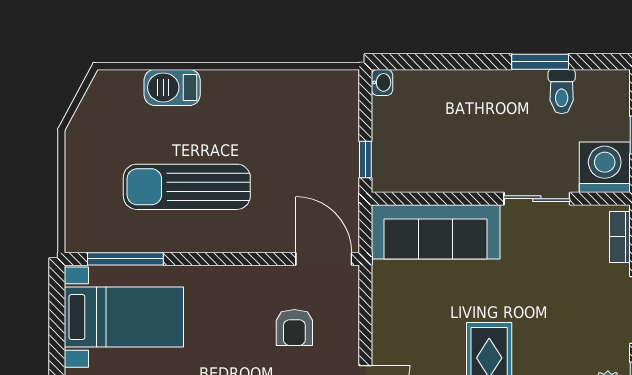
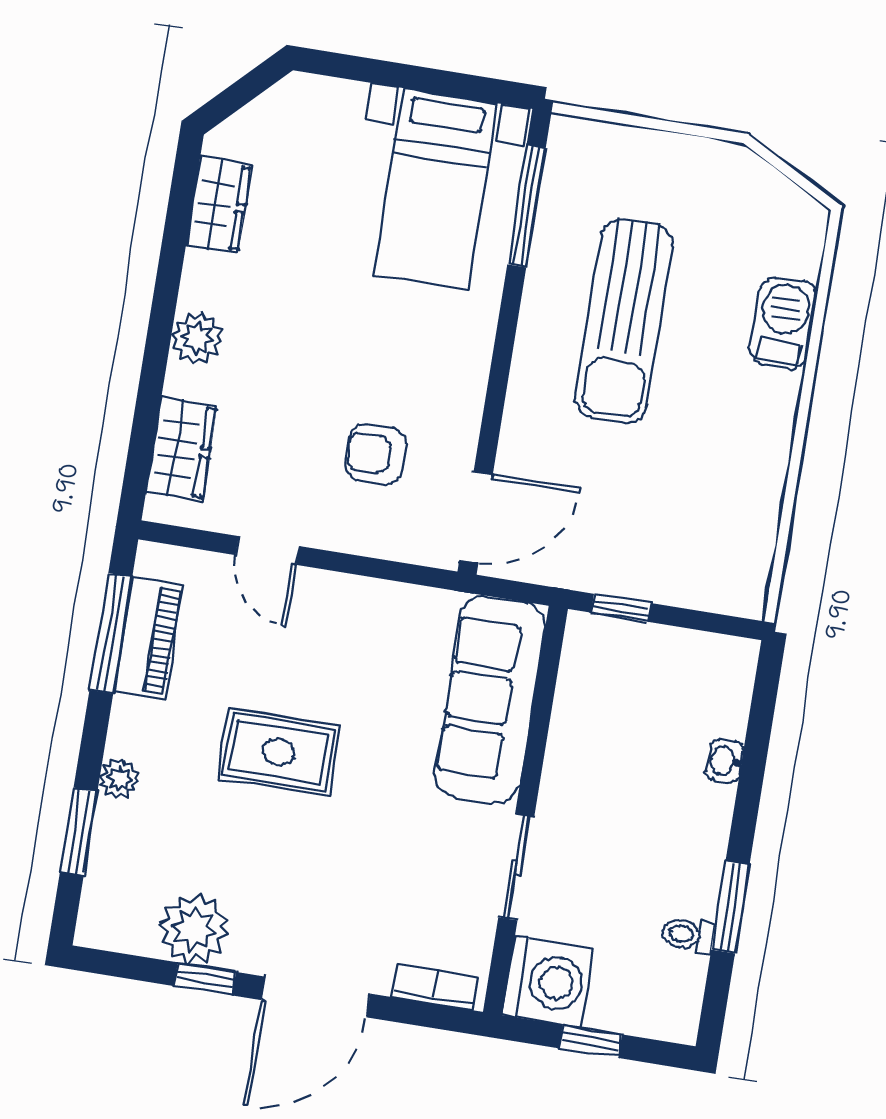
washbasin: (382, 82) -> (725, 761), moved, turned 90
toilet: (562, 92) -> (688, 935), width x0.73, depth x0.72
sun lounger: (187, 187) -> (624, 321), turned 180

